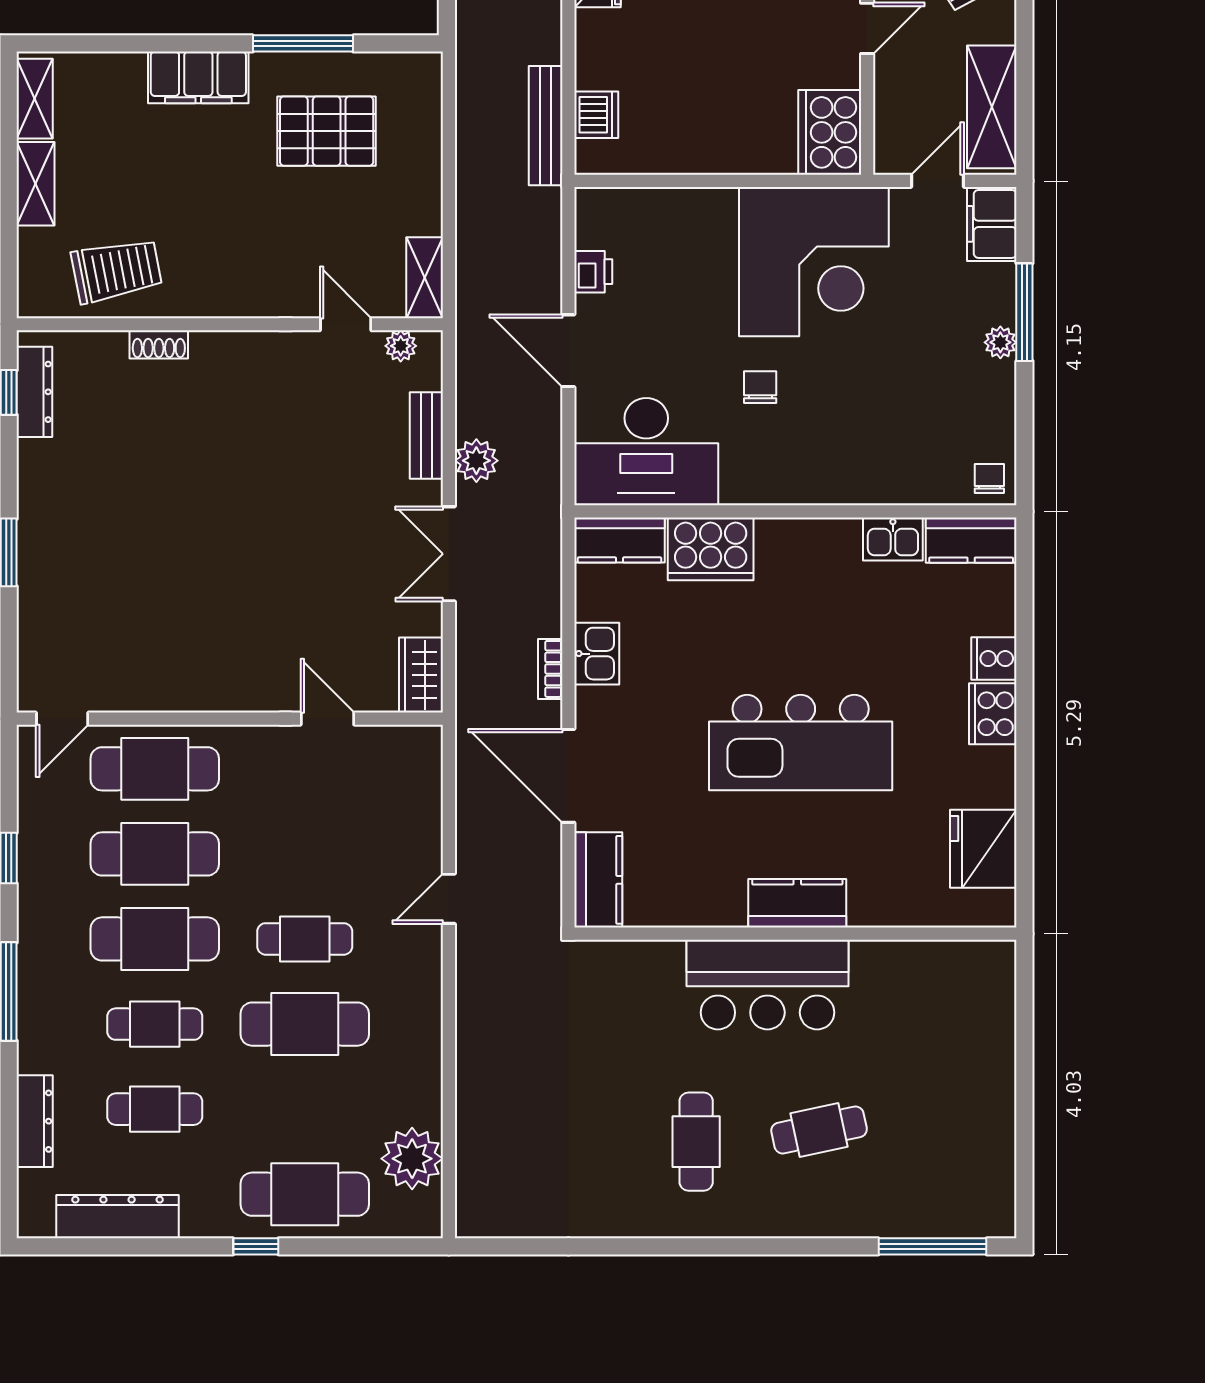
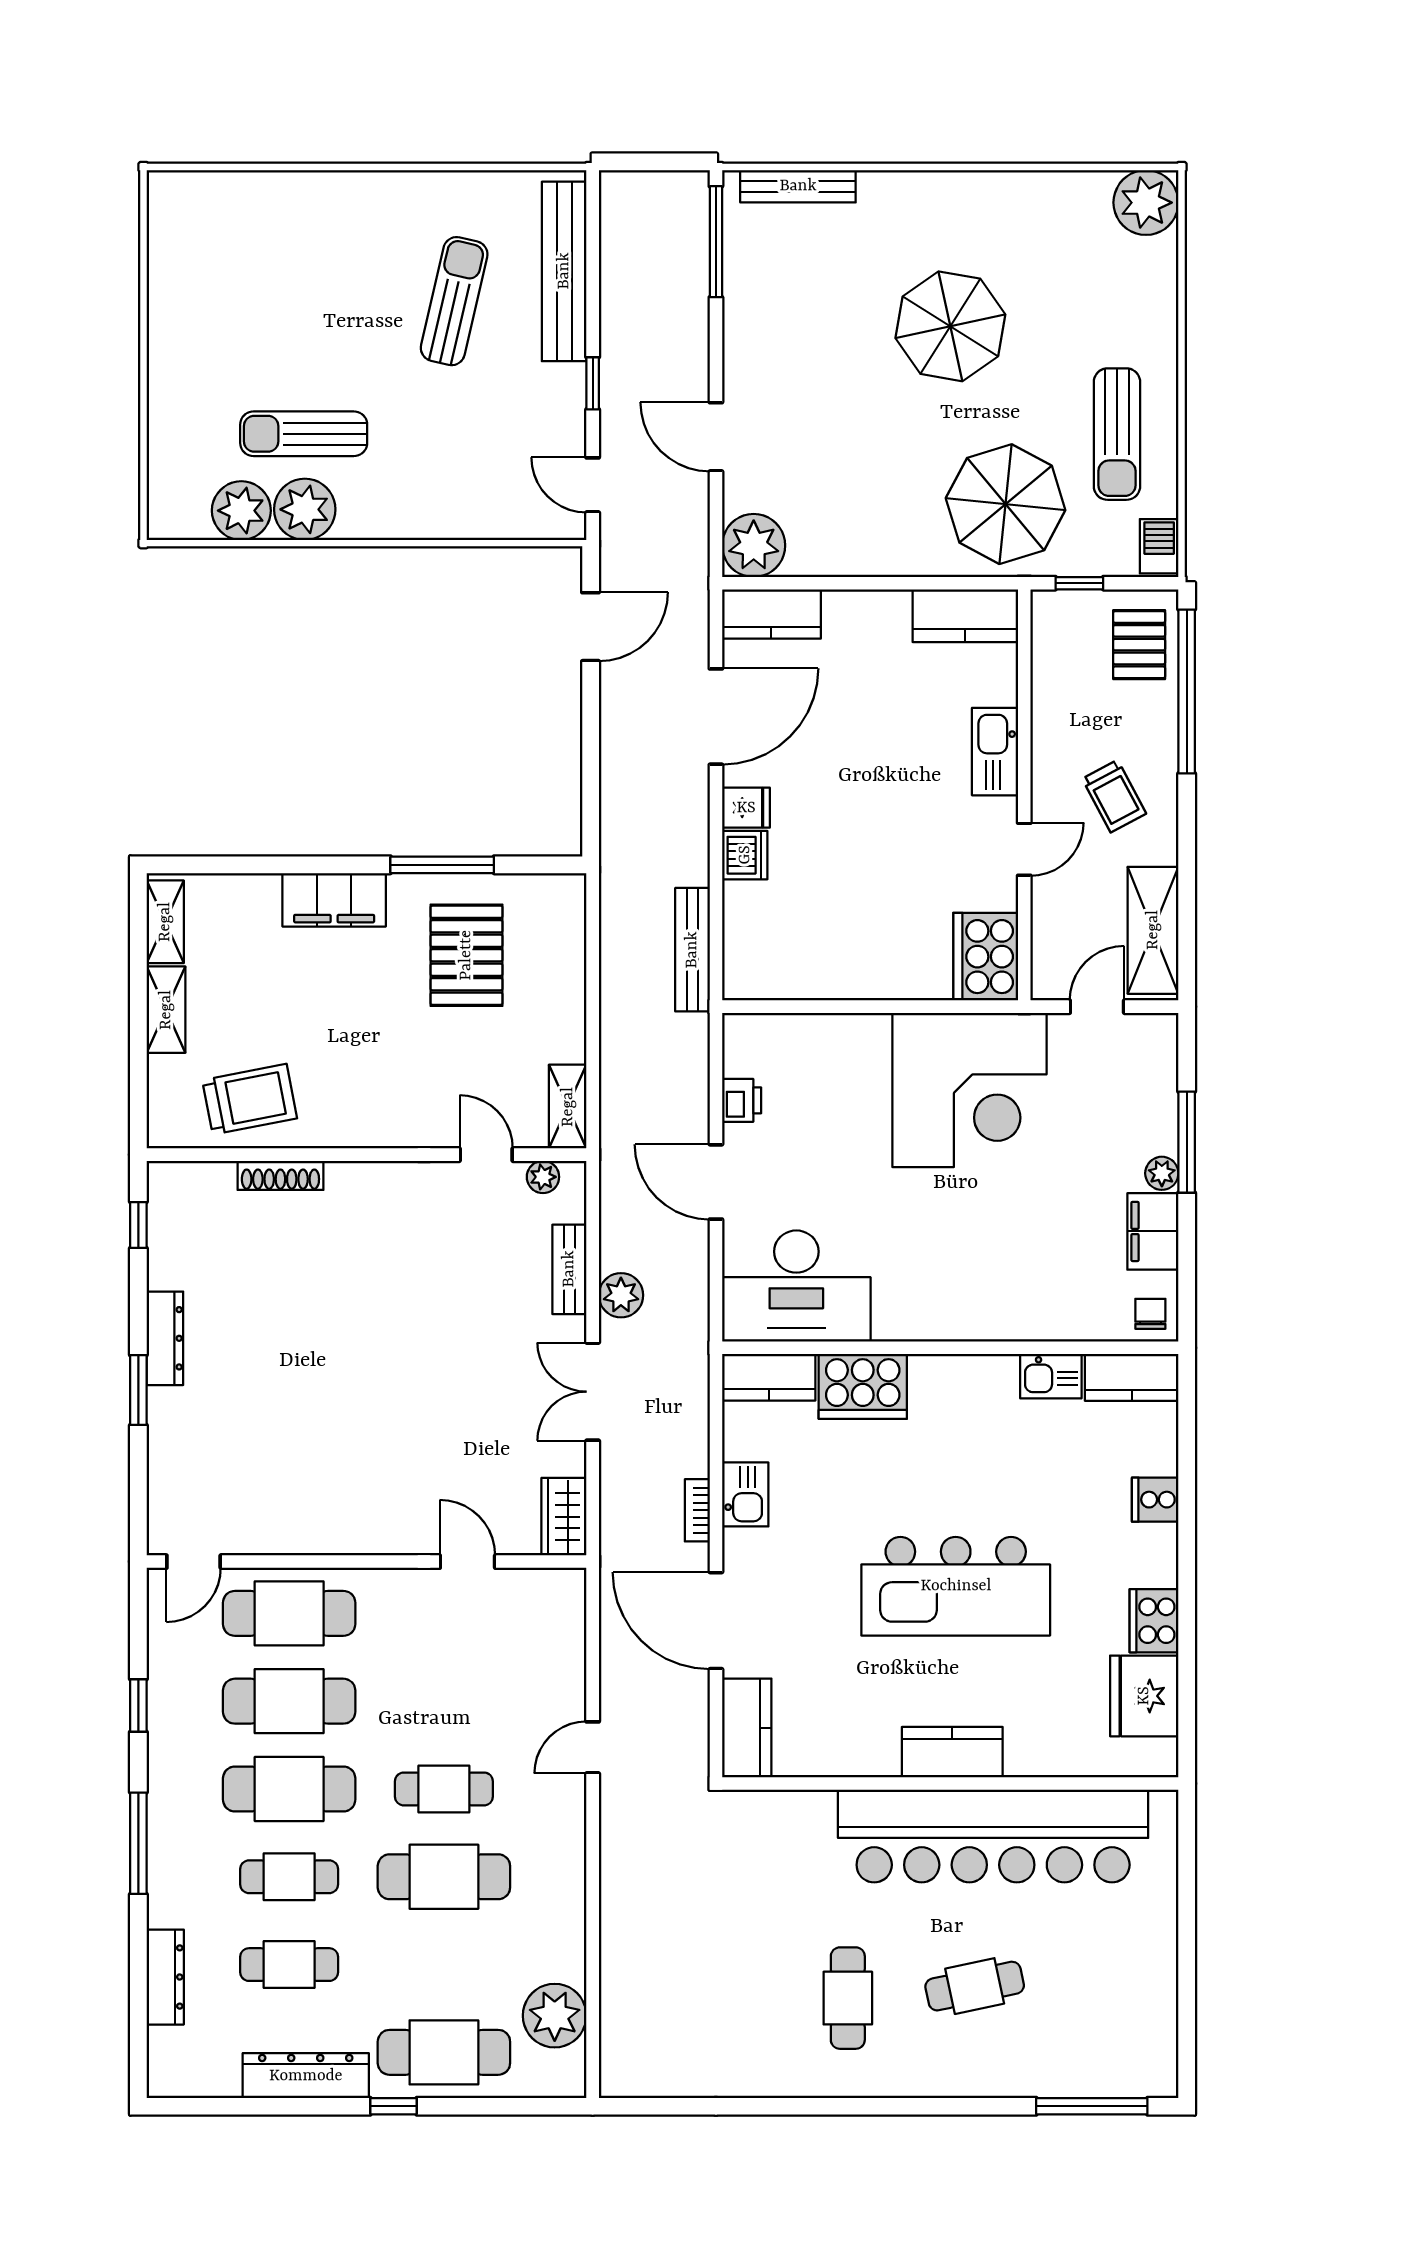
dishwasher: (596, 115) -> (745, 855), moved
pallet: (327, 131) -> (466, 955), turned 90
filing cabinet: (992, 224) -> (1153, 1231), moved
shoe rack: (159, 344) -> (280, 1175), width x1.43
chair: (760, 387) -> (914, 1220), removed
dresser: (34, 392) -> (165, 1338), moved
cooker: (993, 714) -> (1154, 1621), moved
bar counter: (767, 985) -> (993, 1836), width x1.86
dresser: (117, 1217) -> (306, 2076), moved

